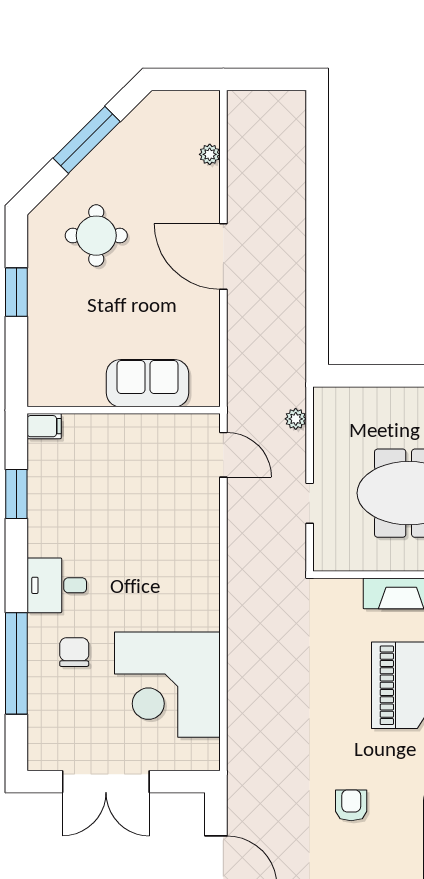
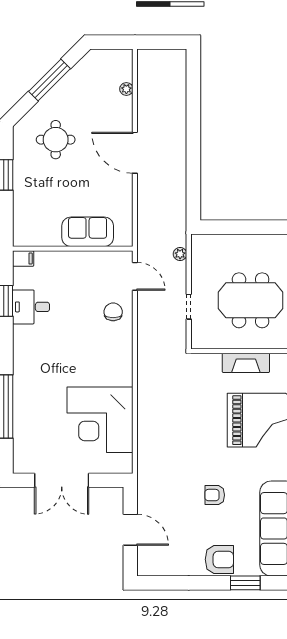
desk: (57, 585) -> (31, 307), moved
chair: (74, 652) -> (113, 312), moved
armchair: (351, 805) -> (215, 495), turned -90

